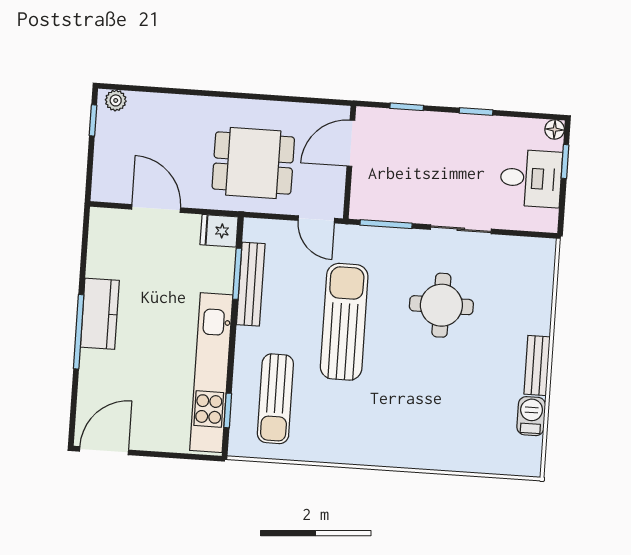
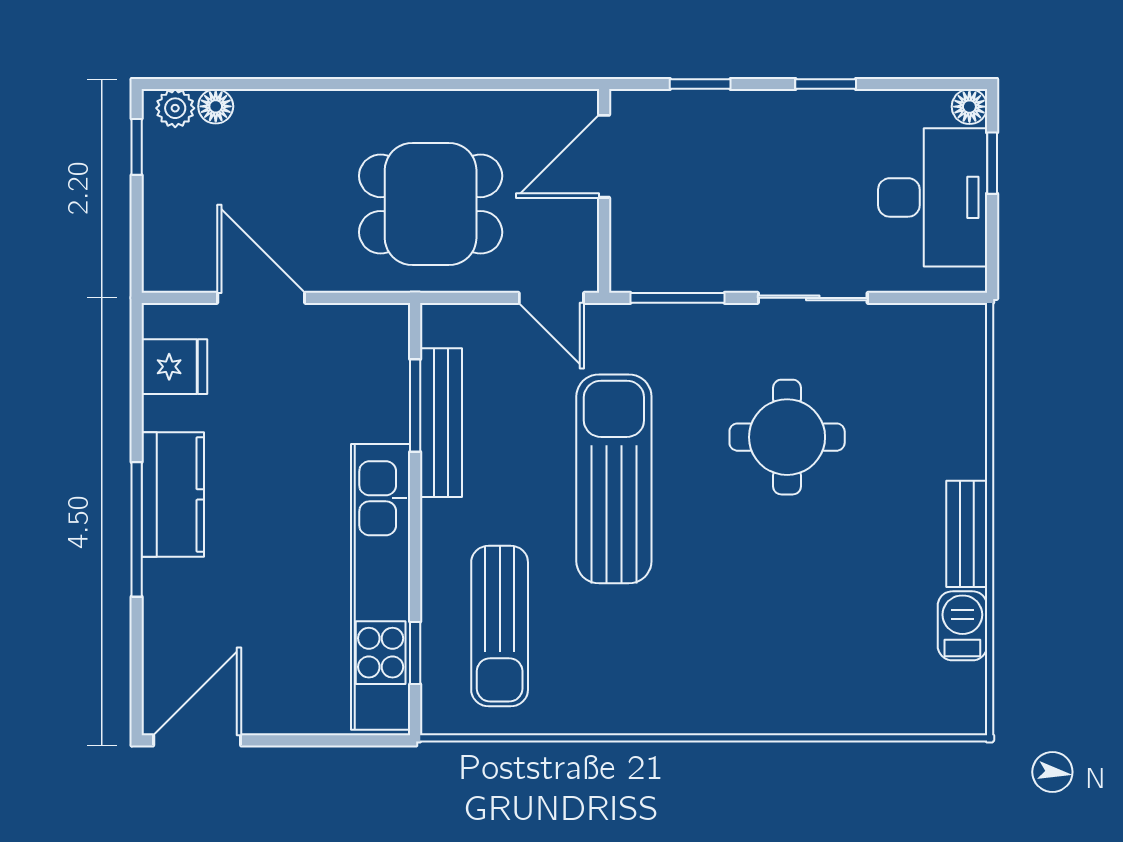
floor lamp: (138, 101) -> (216, 106), added
desk: (531, 178) -> (933, 197), width x1.37
fridge: (219, 231) -> (174, 367), moved, turned 180

